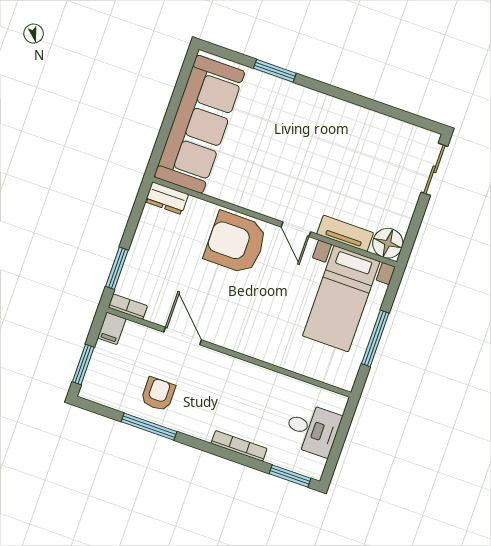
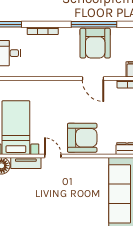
armchair: (158, 394) -> (95, 43), width x1.88, depth x1.88
window: (149, 427) -> (94, 24), width x1.46

